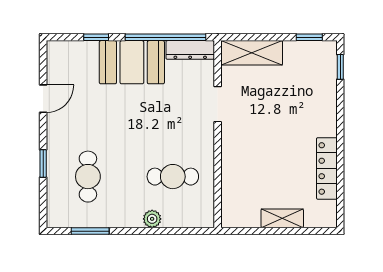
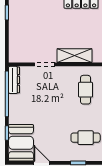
shelving: (252, 53) -> (75, 56), moved, turned 90
booth: (132, 62) -> (21, 143), moved

